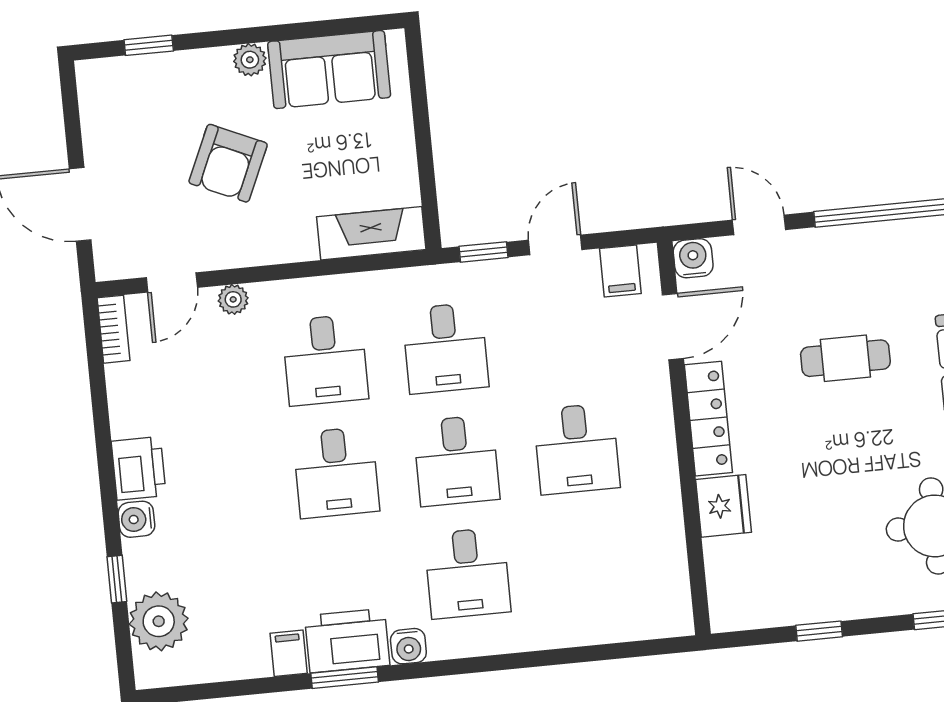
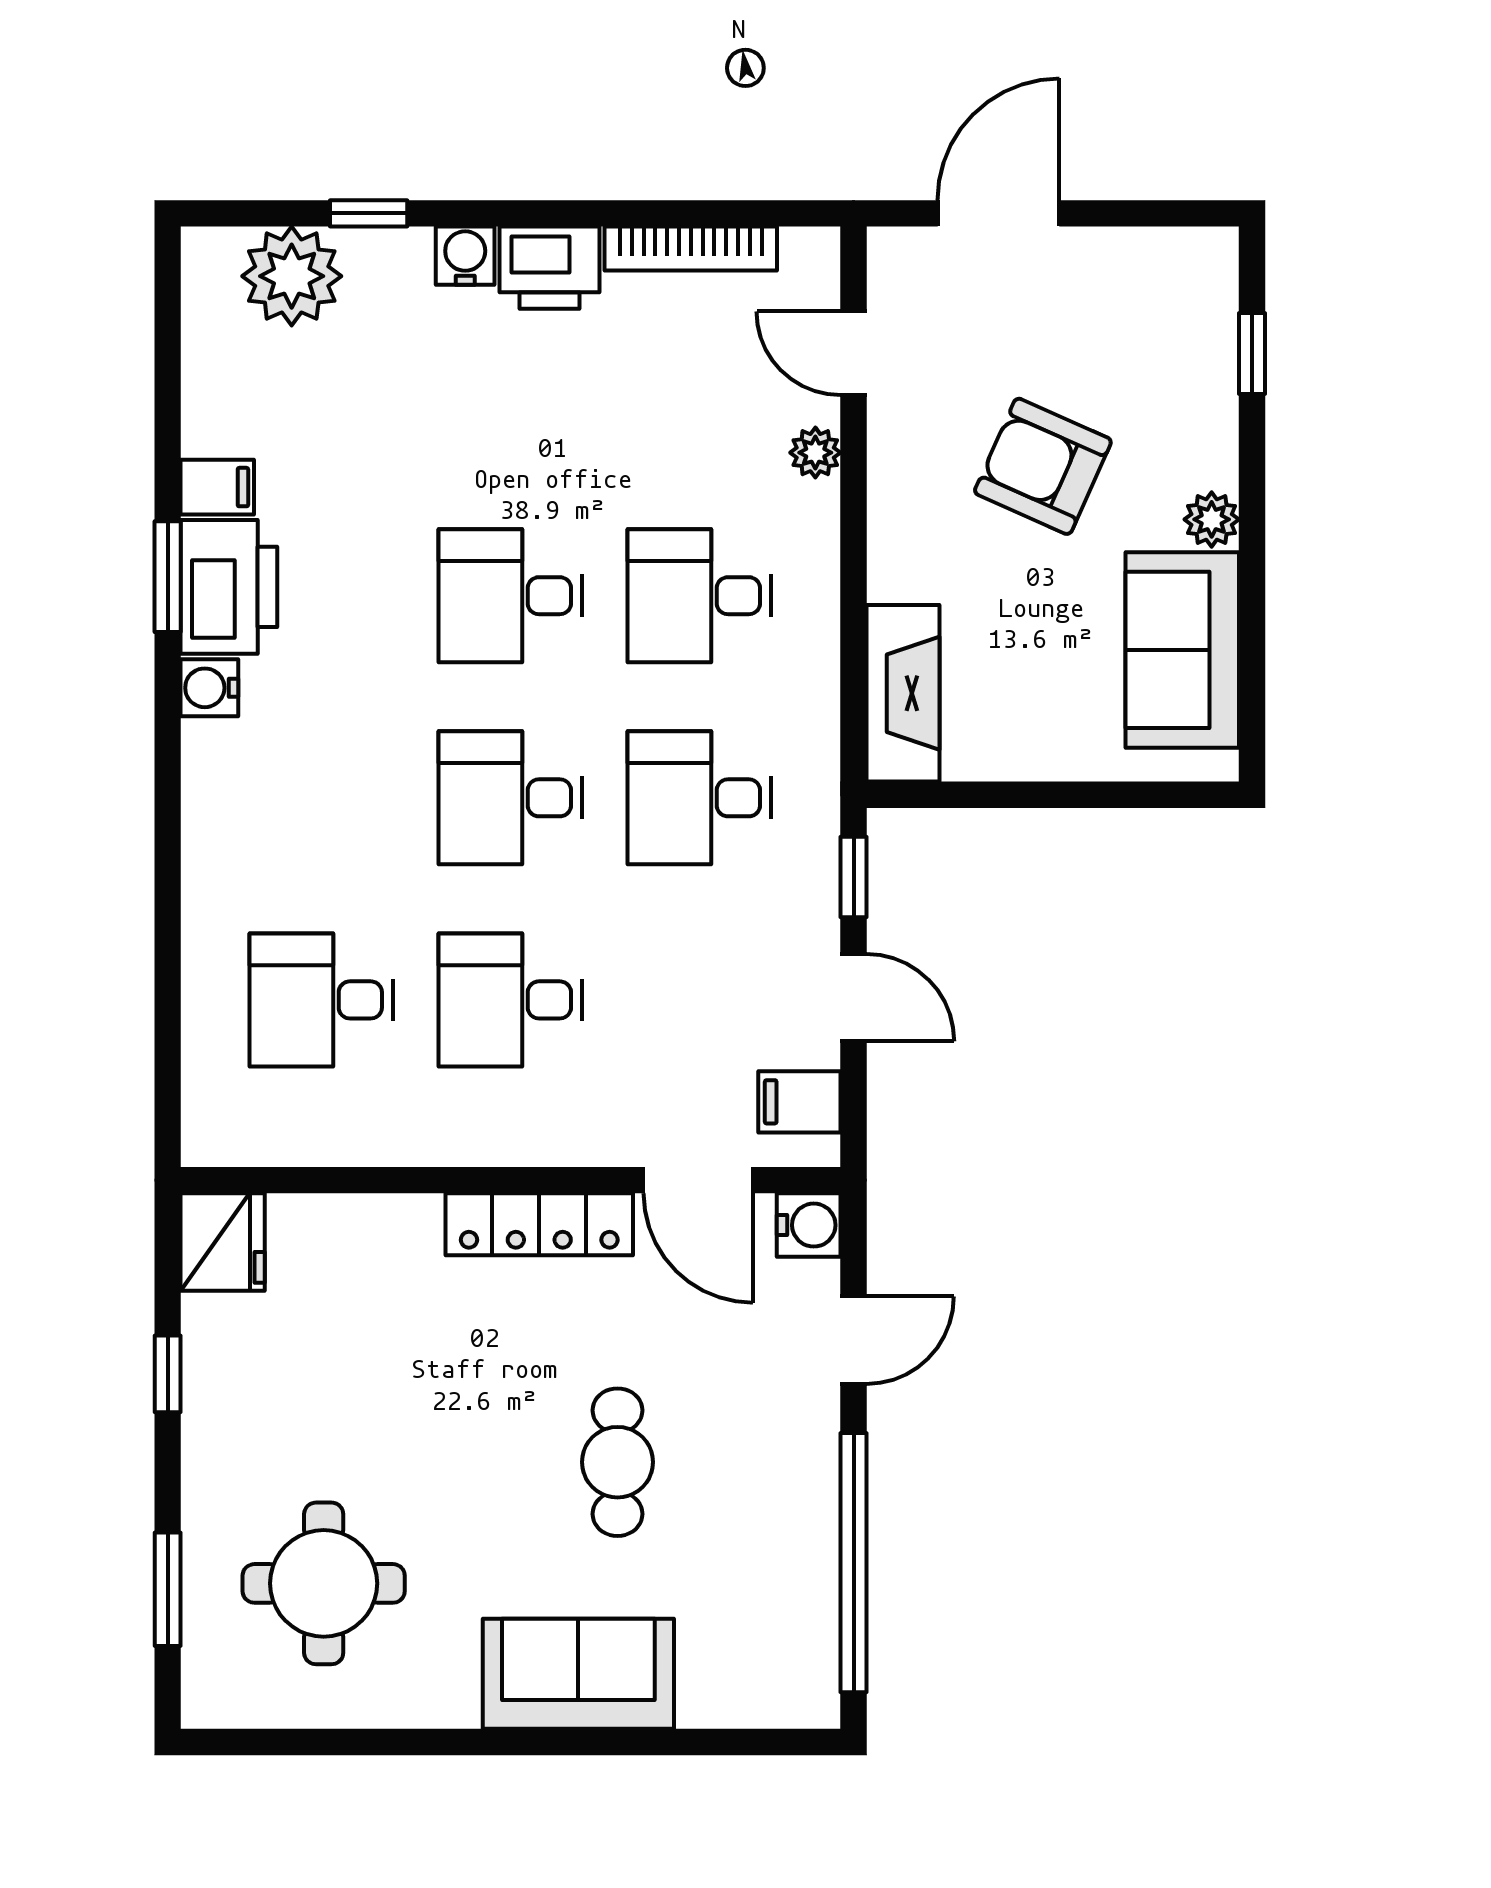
bookcase: (113, 329) -> (691, 248), moved, width x1.56
fridge: (724, 506) -> (223, 1242), moved, turned -90
desk: (467, 573) -> (322, 1000), moved

